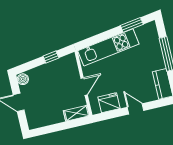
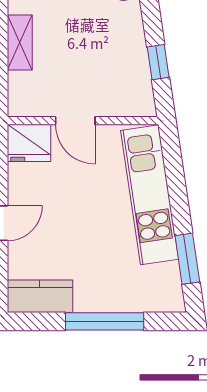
fridge: (109, 103) -> (29, 143), moved, turned 90
shelving: (76, 113) -> (20, 42), moved

